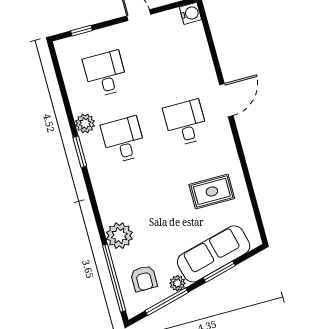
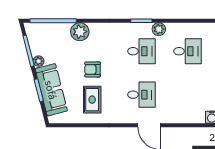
armchair: (144, 278) -> (92, 69), moved

